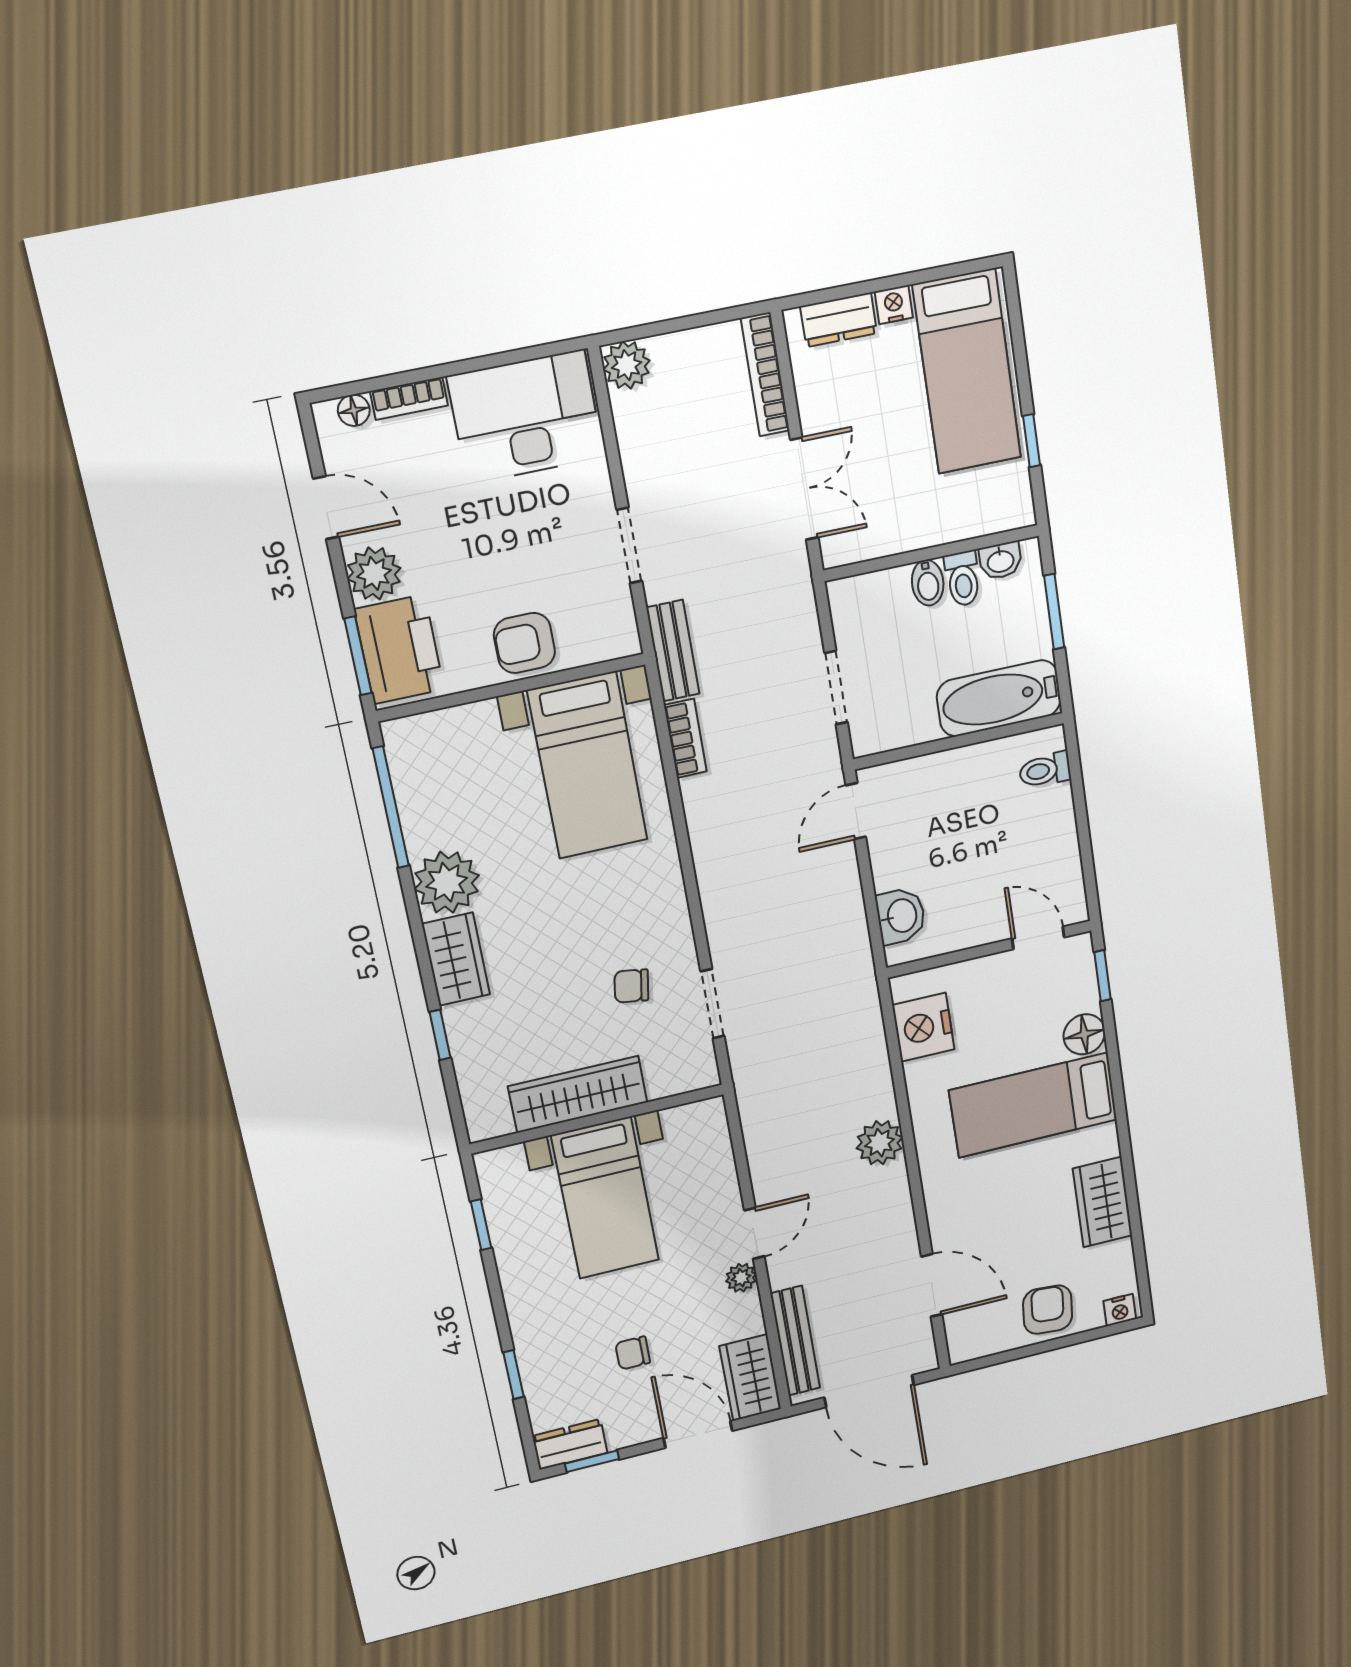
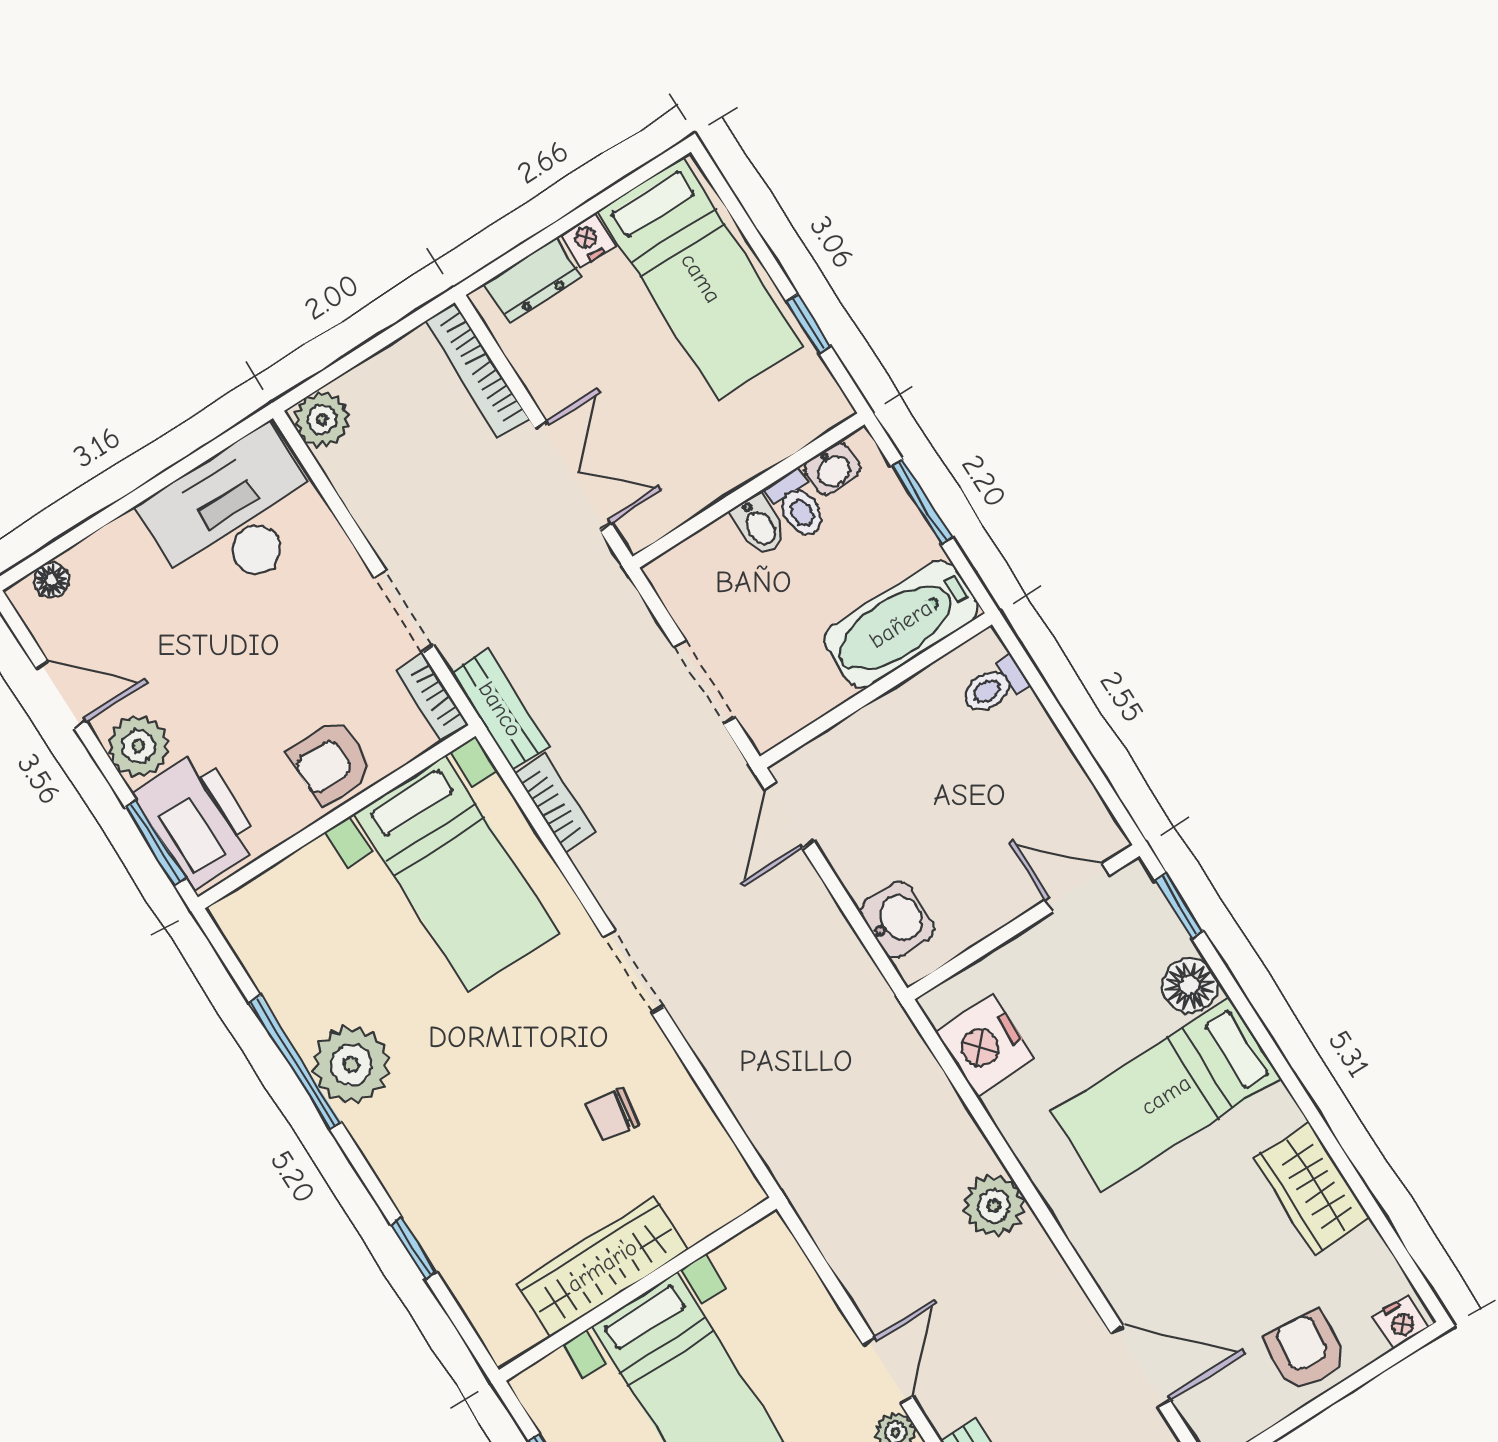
bookcase: (409, 398) -> (432, 698), moved, turned 90
window: (391, 807) -> (295, 1062), moved
wardrobe: (456, 959) -> (397, 1152), removed
doorway: (712, 1004) -> (633, 972), moved

